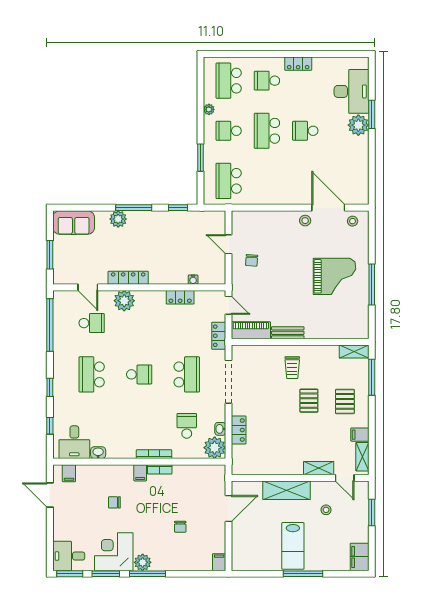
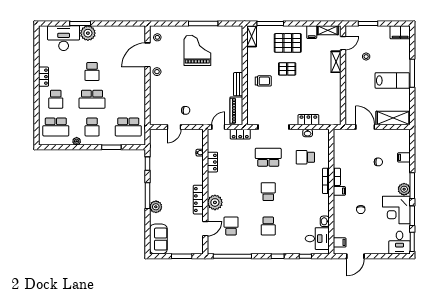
school desk: (92, 374) -> (268, 226), width x0.54
pallet: (345, 401) -> (288, 43), width x1.50, depth x1.42
plant: (215, 448) -> (321, 137), removed
shelving: (287, 490) -> (393, 118), moved, turned 90
filing cabinet: (219, 562) -> (404, 157), moved

